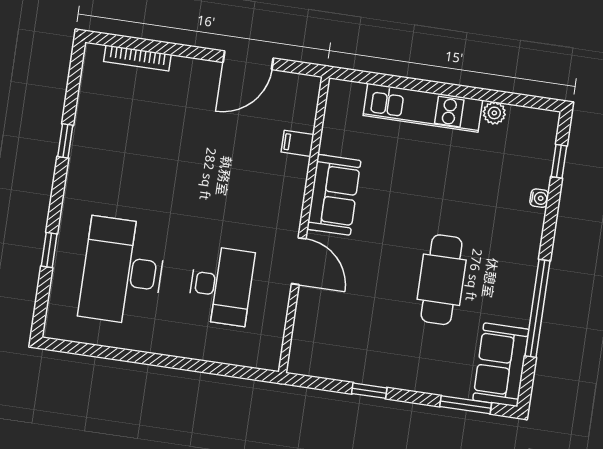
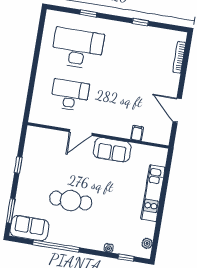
plant: (494, 113) -> (147, 243), moved
desk: (221, 285) -> (70, 95), turned 180

